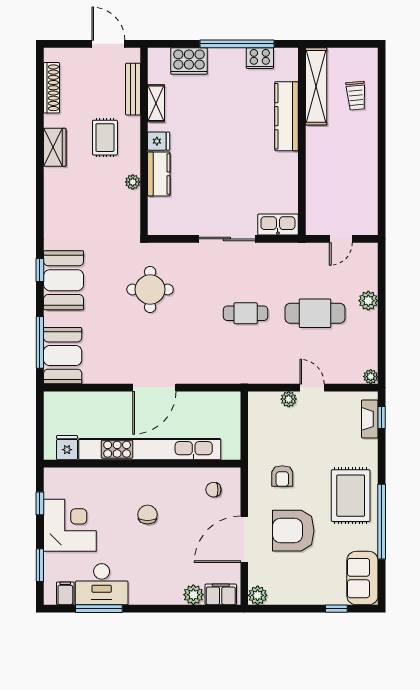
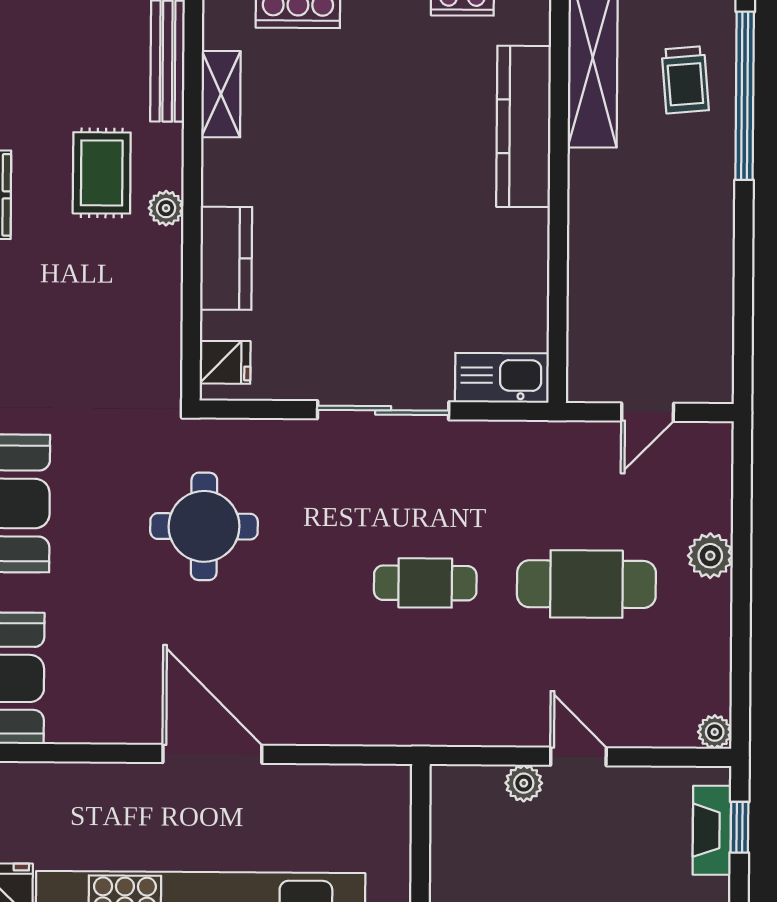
window: (382, 102) -> (745, 96), added
fridge: (159, 141) -> (225, 362), moved
plant: (133, 182) -> (166, 208), moved
door: (154, 388) -> (212, 754), swing flipped

